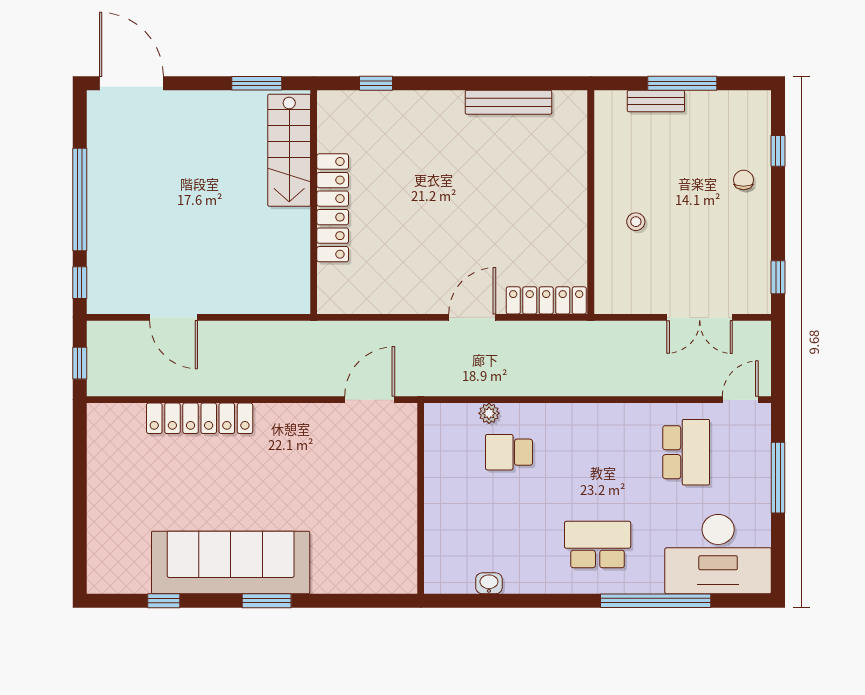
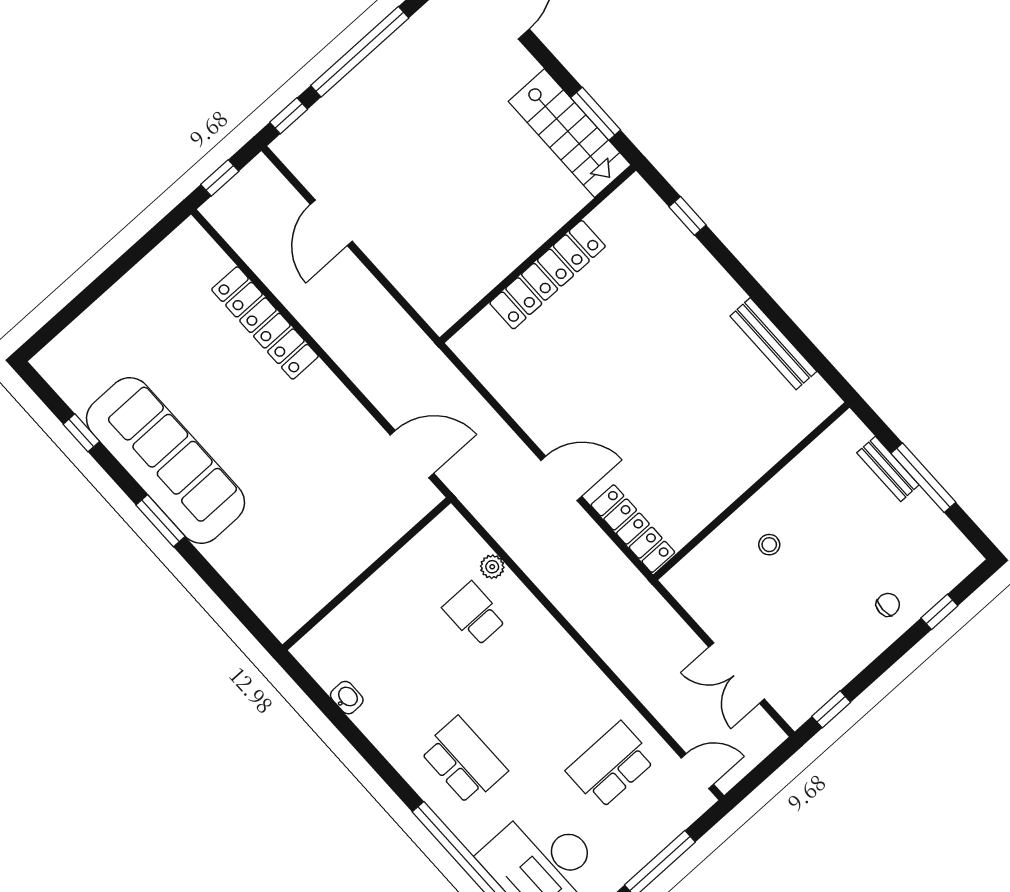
stairs: (289, 150) -> (570, 133), moved, turned -90
school desk: (686, 452) -> (611, 765), turned 180

